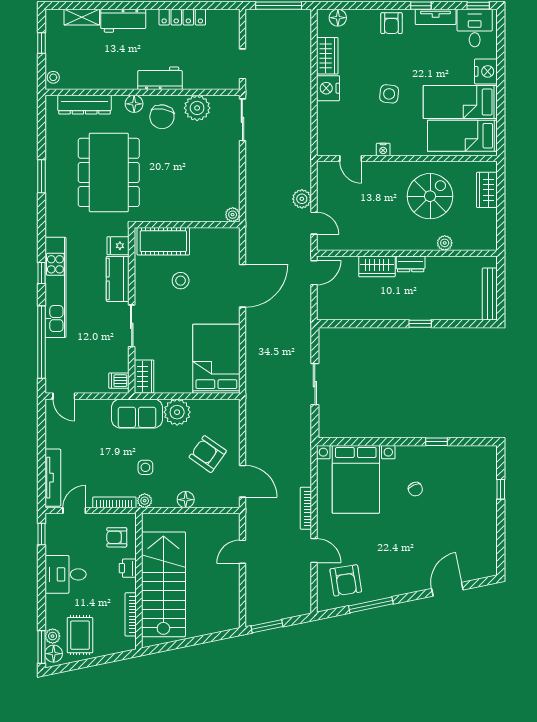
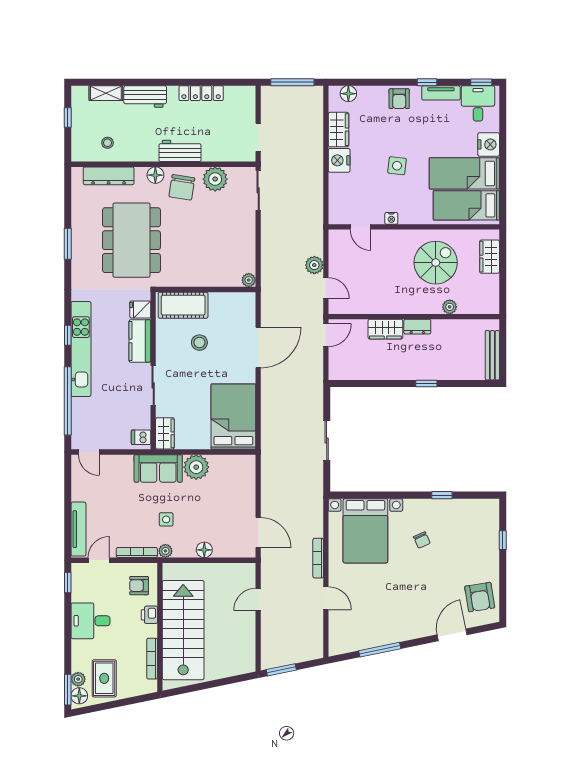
stool: (53, 77) -> (107, 143), moved
armchair: (208, 454) -> (225, 507), removed
armchair: (346, 580) -> (480, 597), moved

